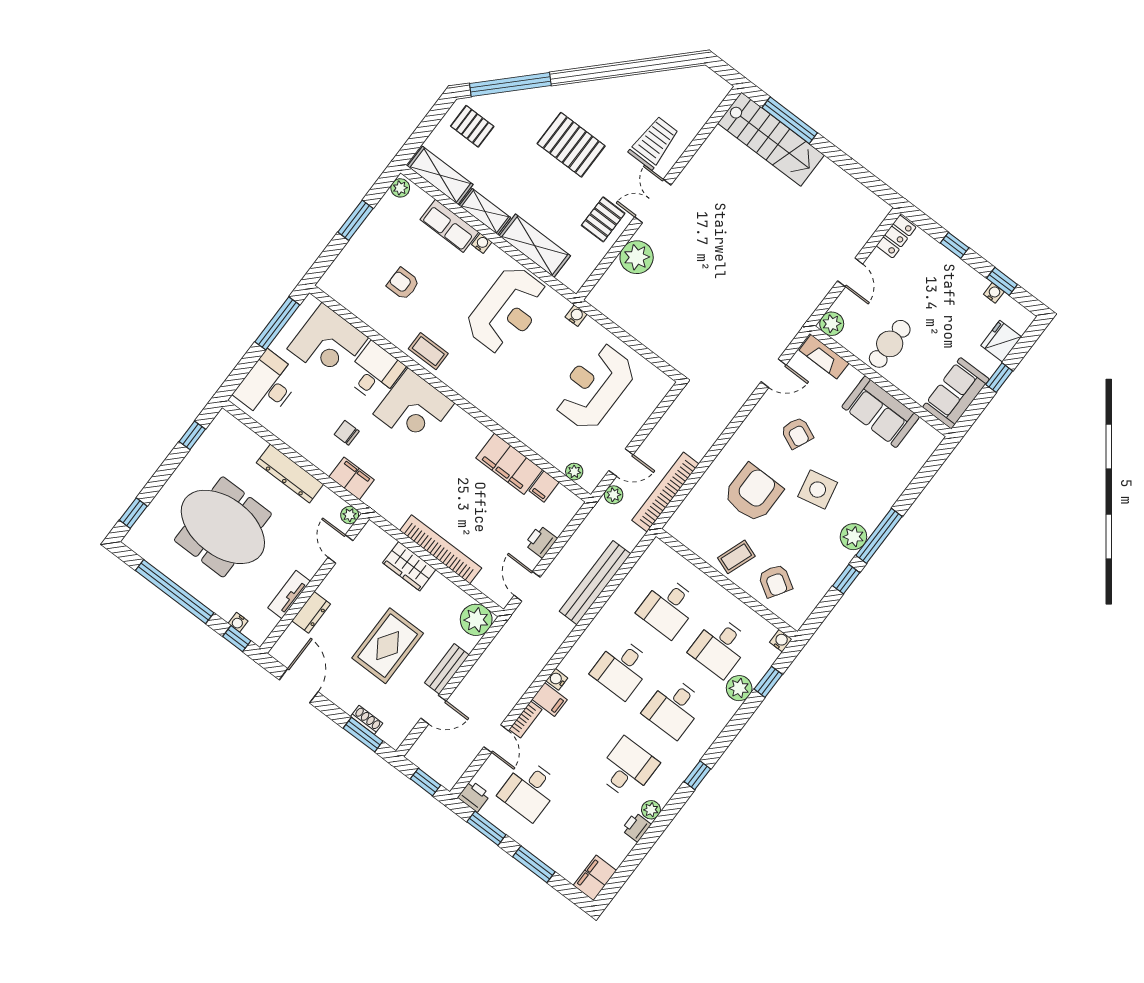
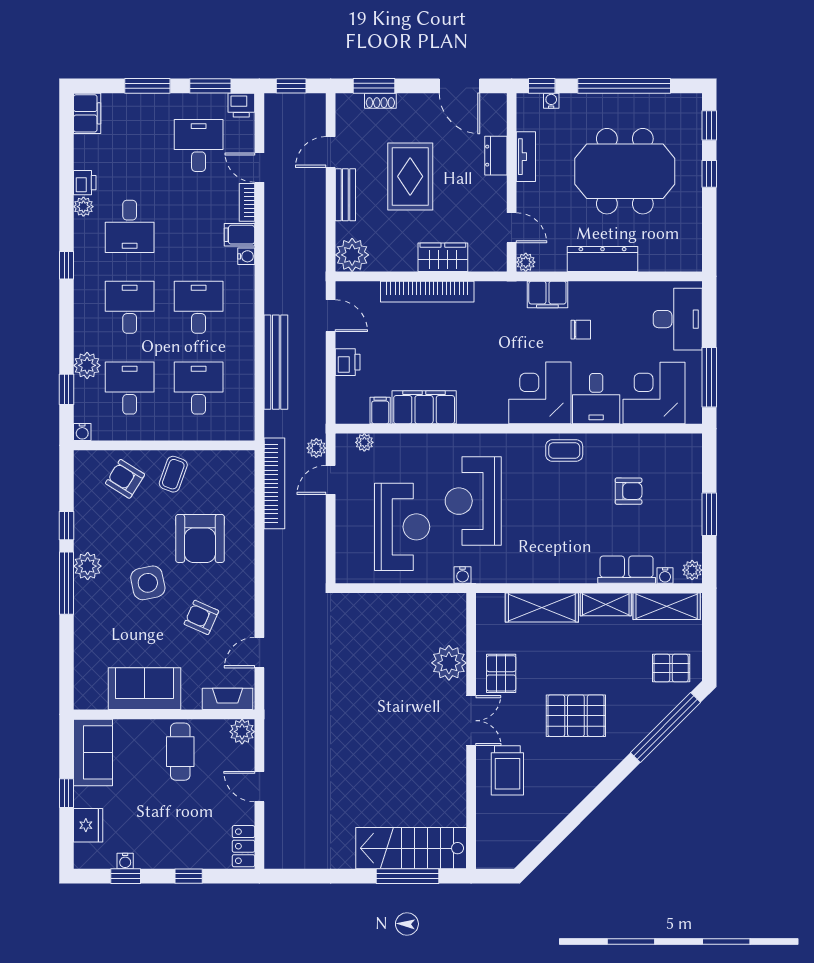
water cooler: (482, 243) -> (665, 576), moved
reception desk: (507, 310) -> (473, 501), moved
window: (192, 435) -> (709, 174), moved

